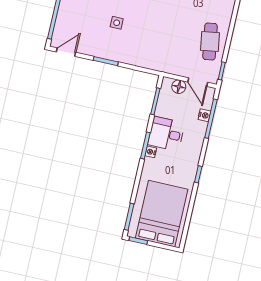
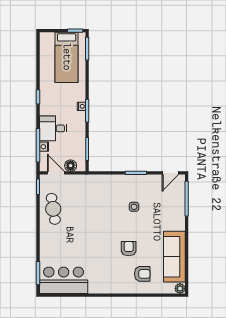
desk: (166, 134) -> (53, 128), moved, turned 180
bed: (162, 214) -> (67, 57), width x0.67

